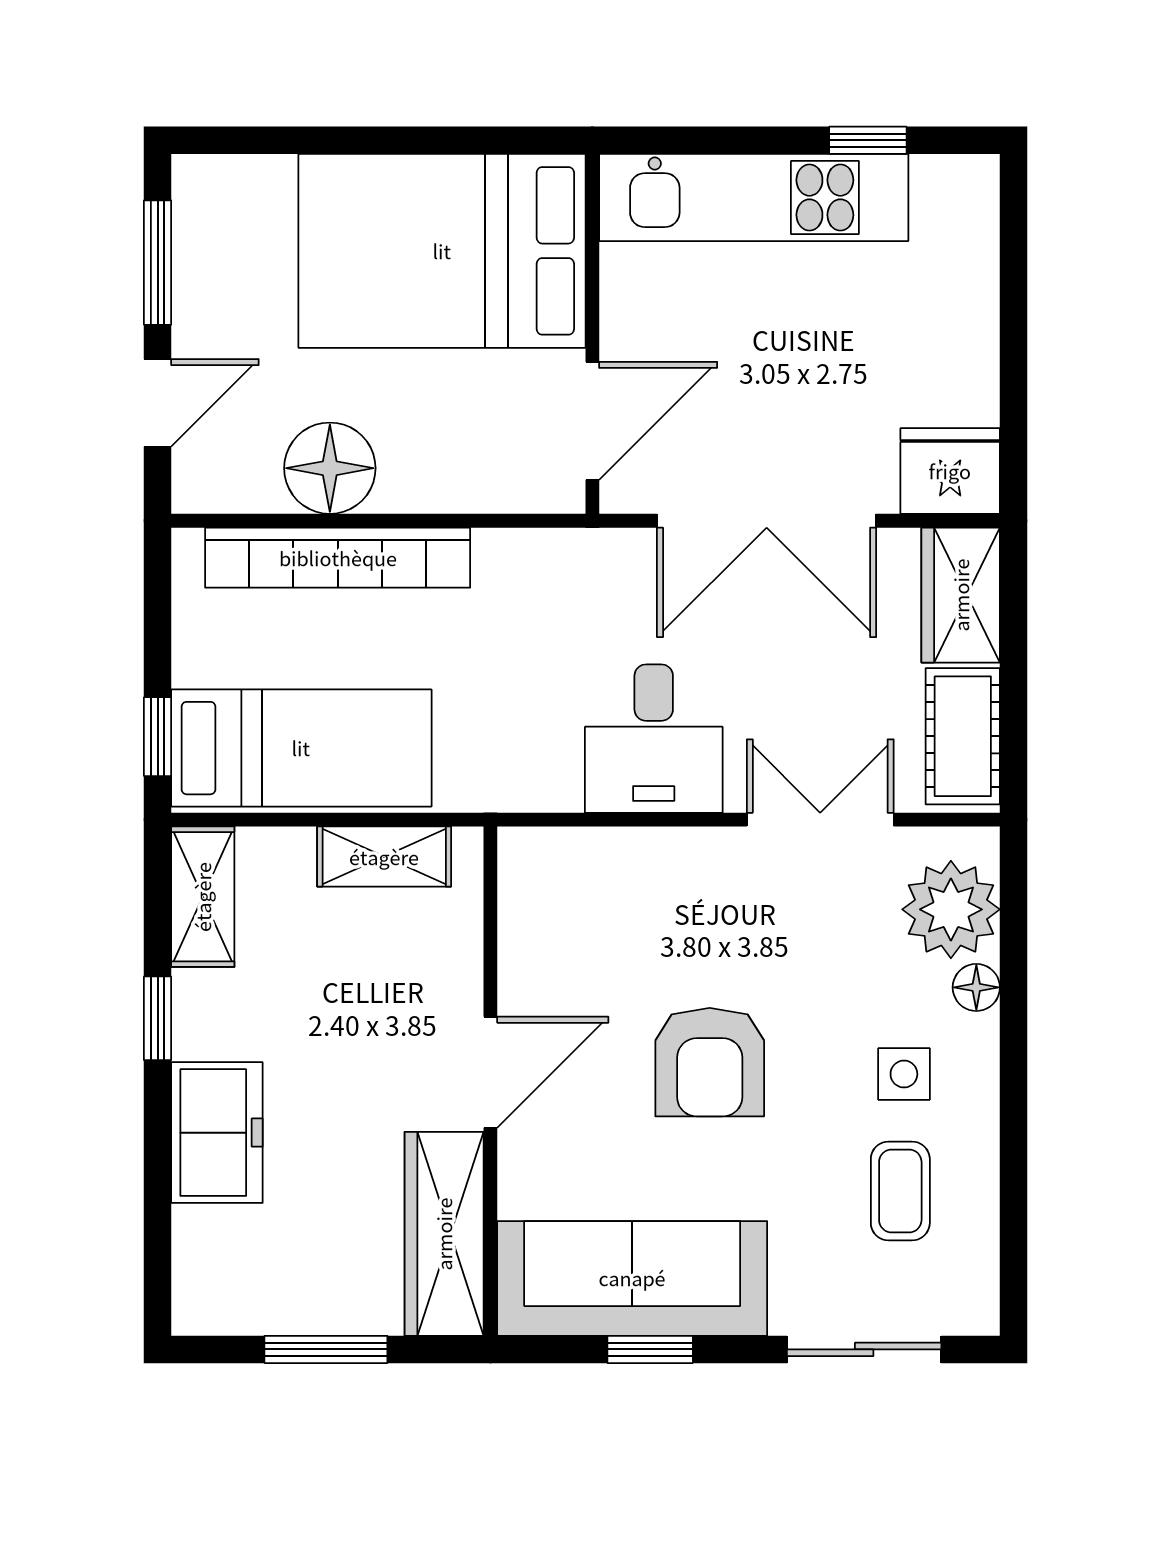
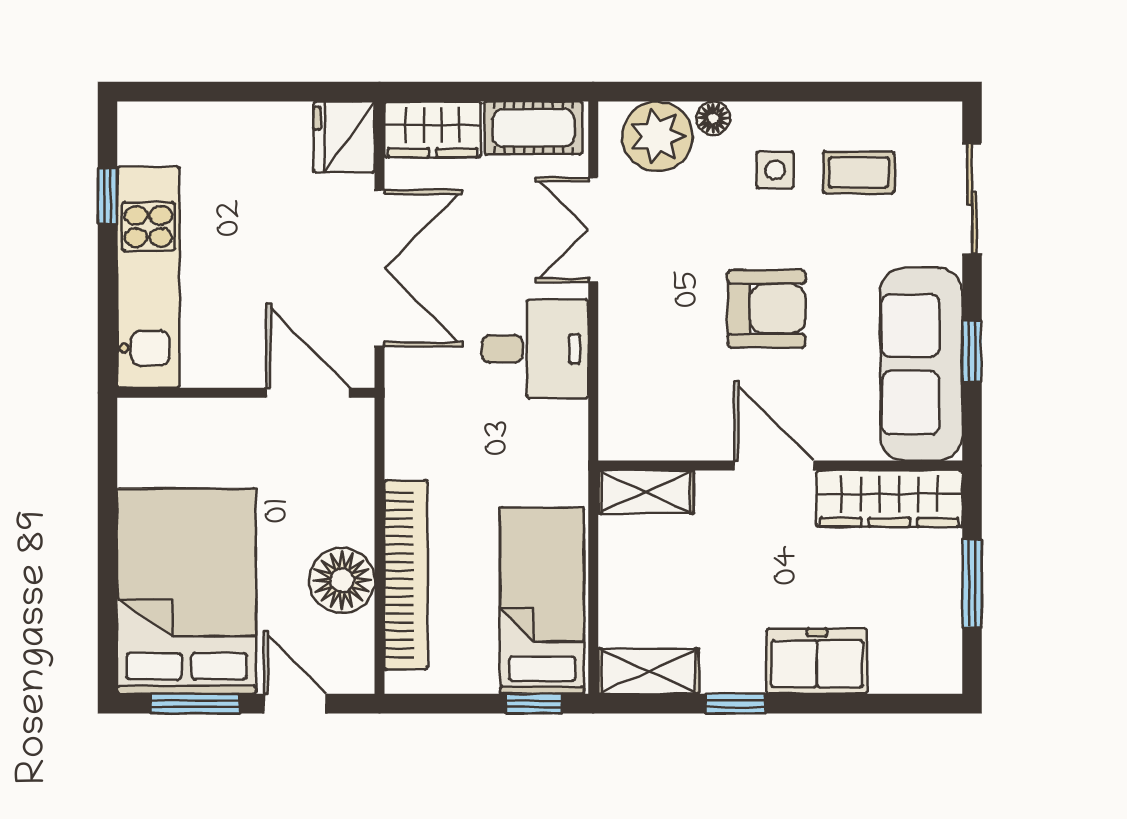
bed: (442, 251) -> (187, 591), moved, turned 180
shelving: (384, 857) -> (646, 492), moved, turned 90

